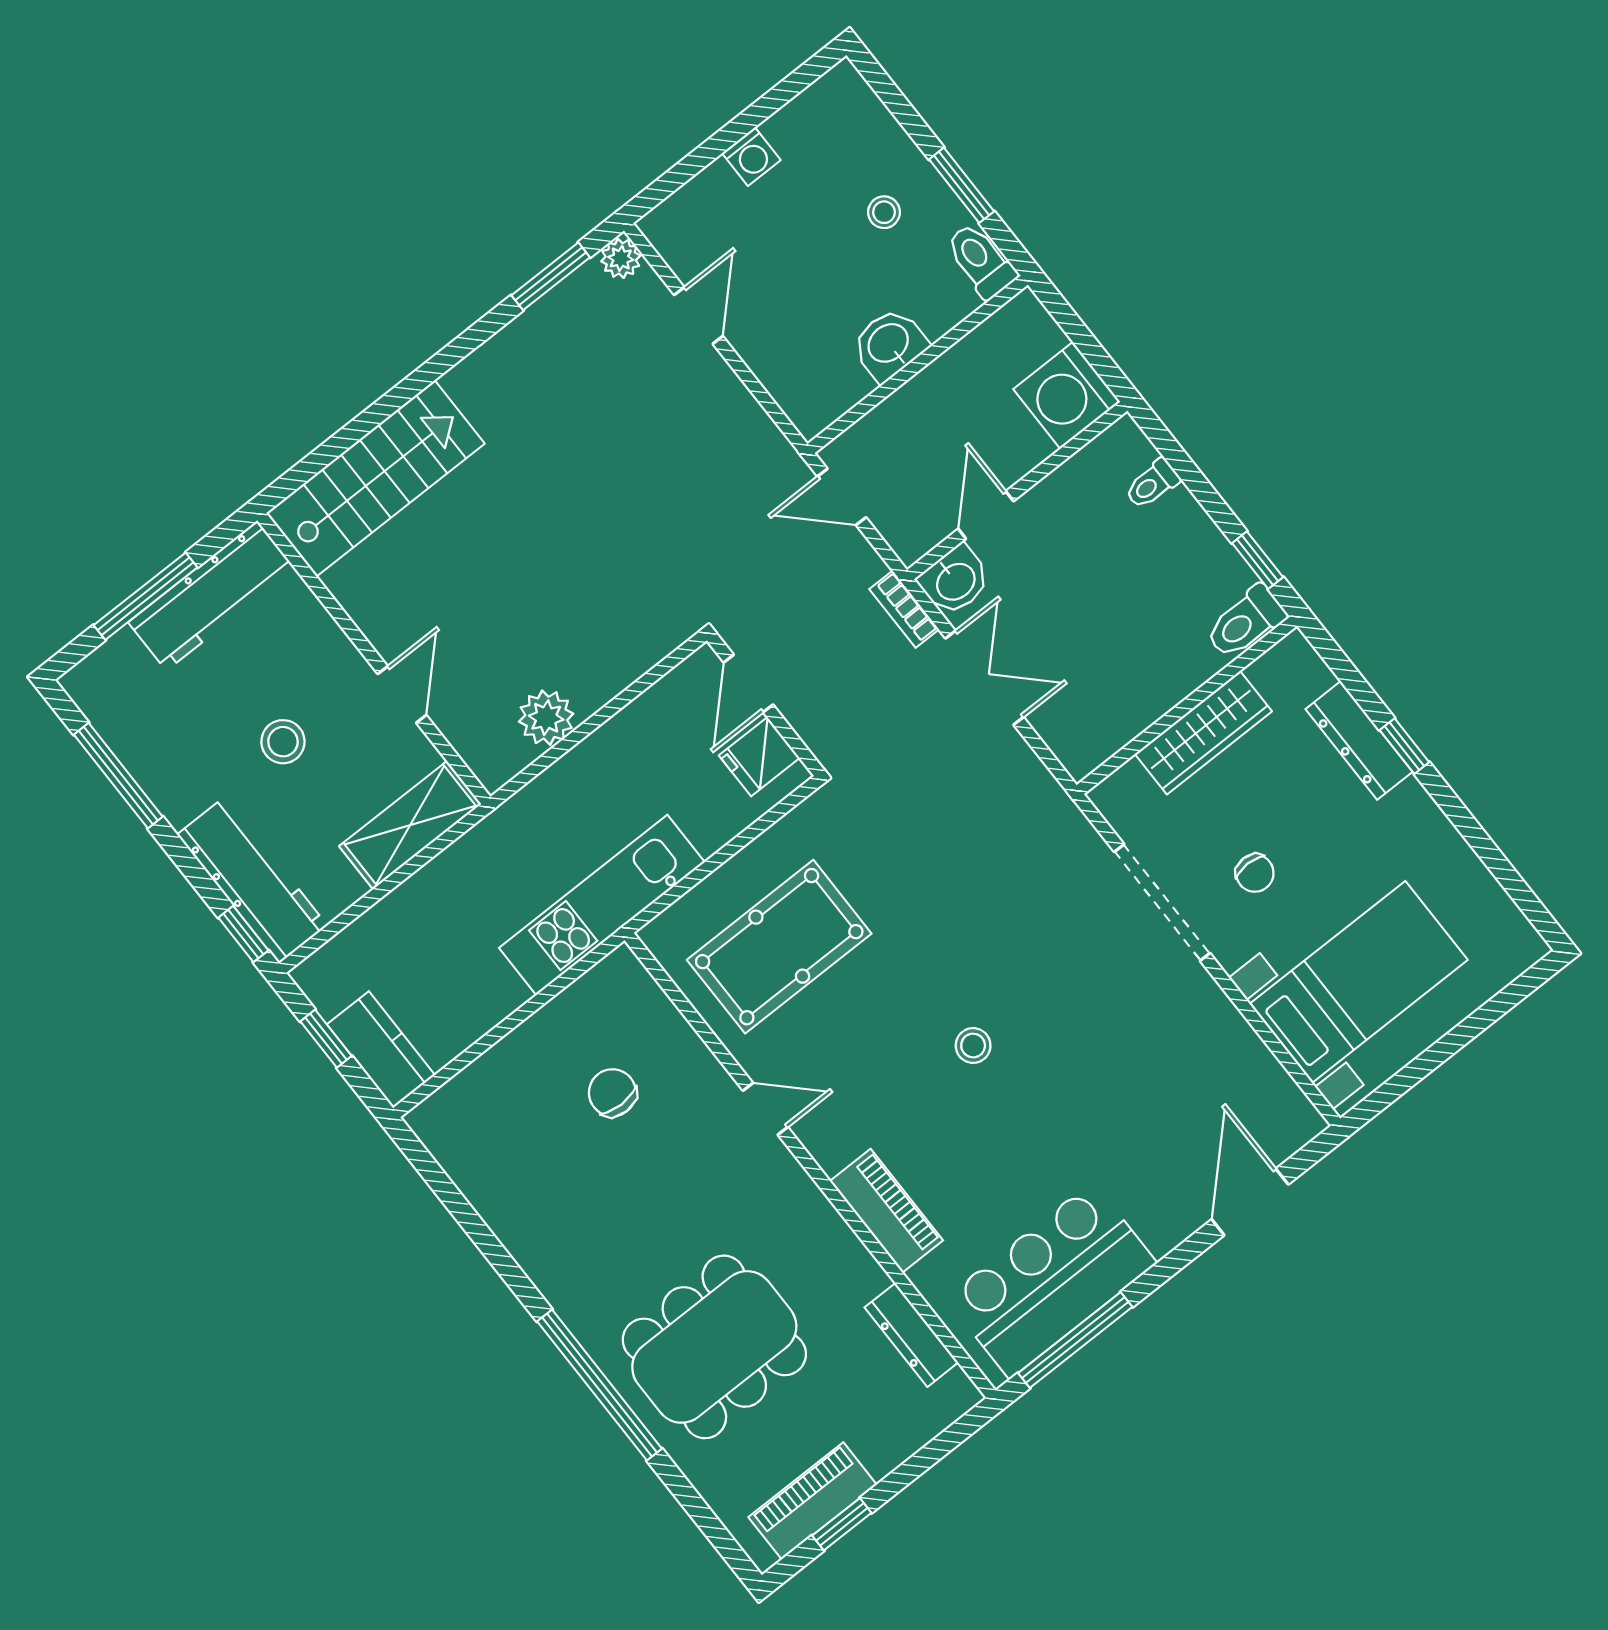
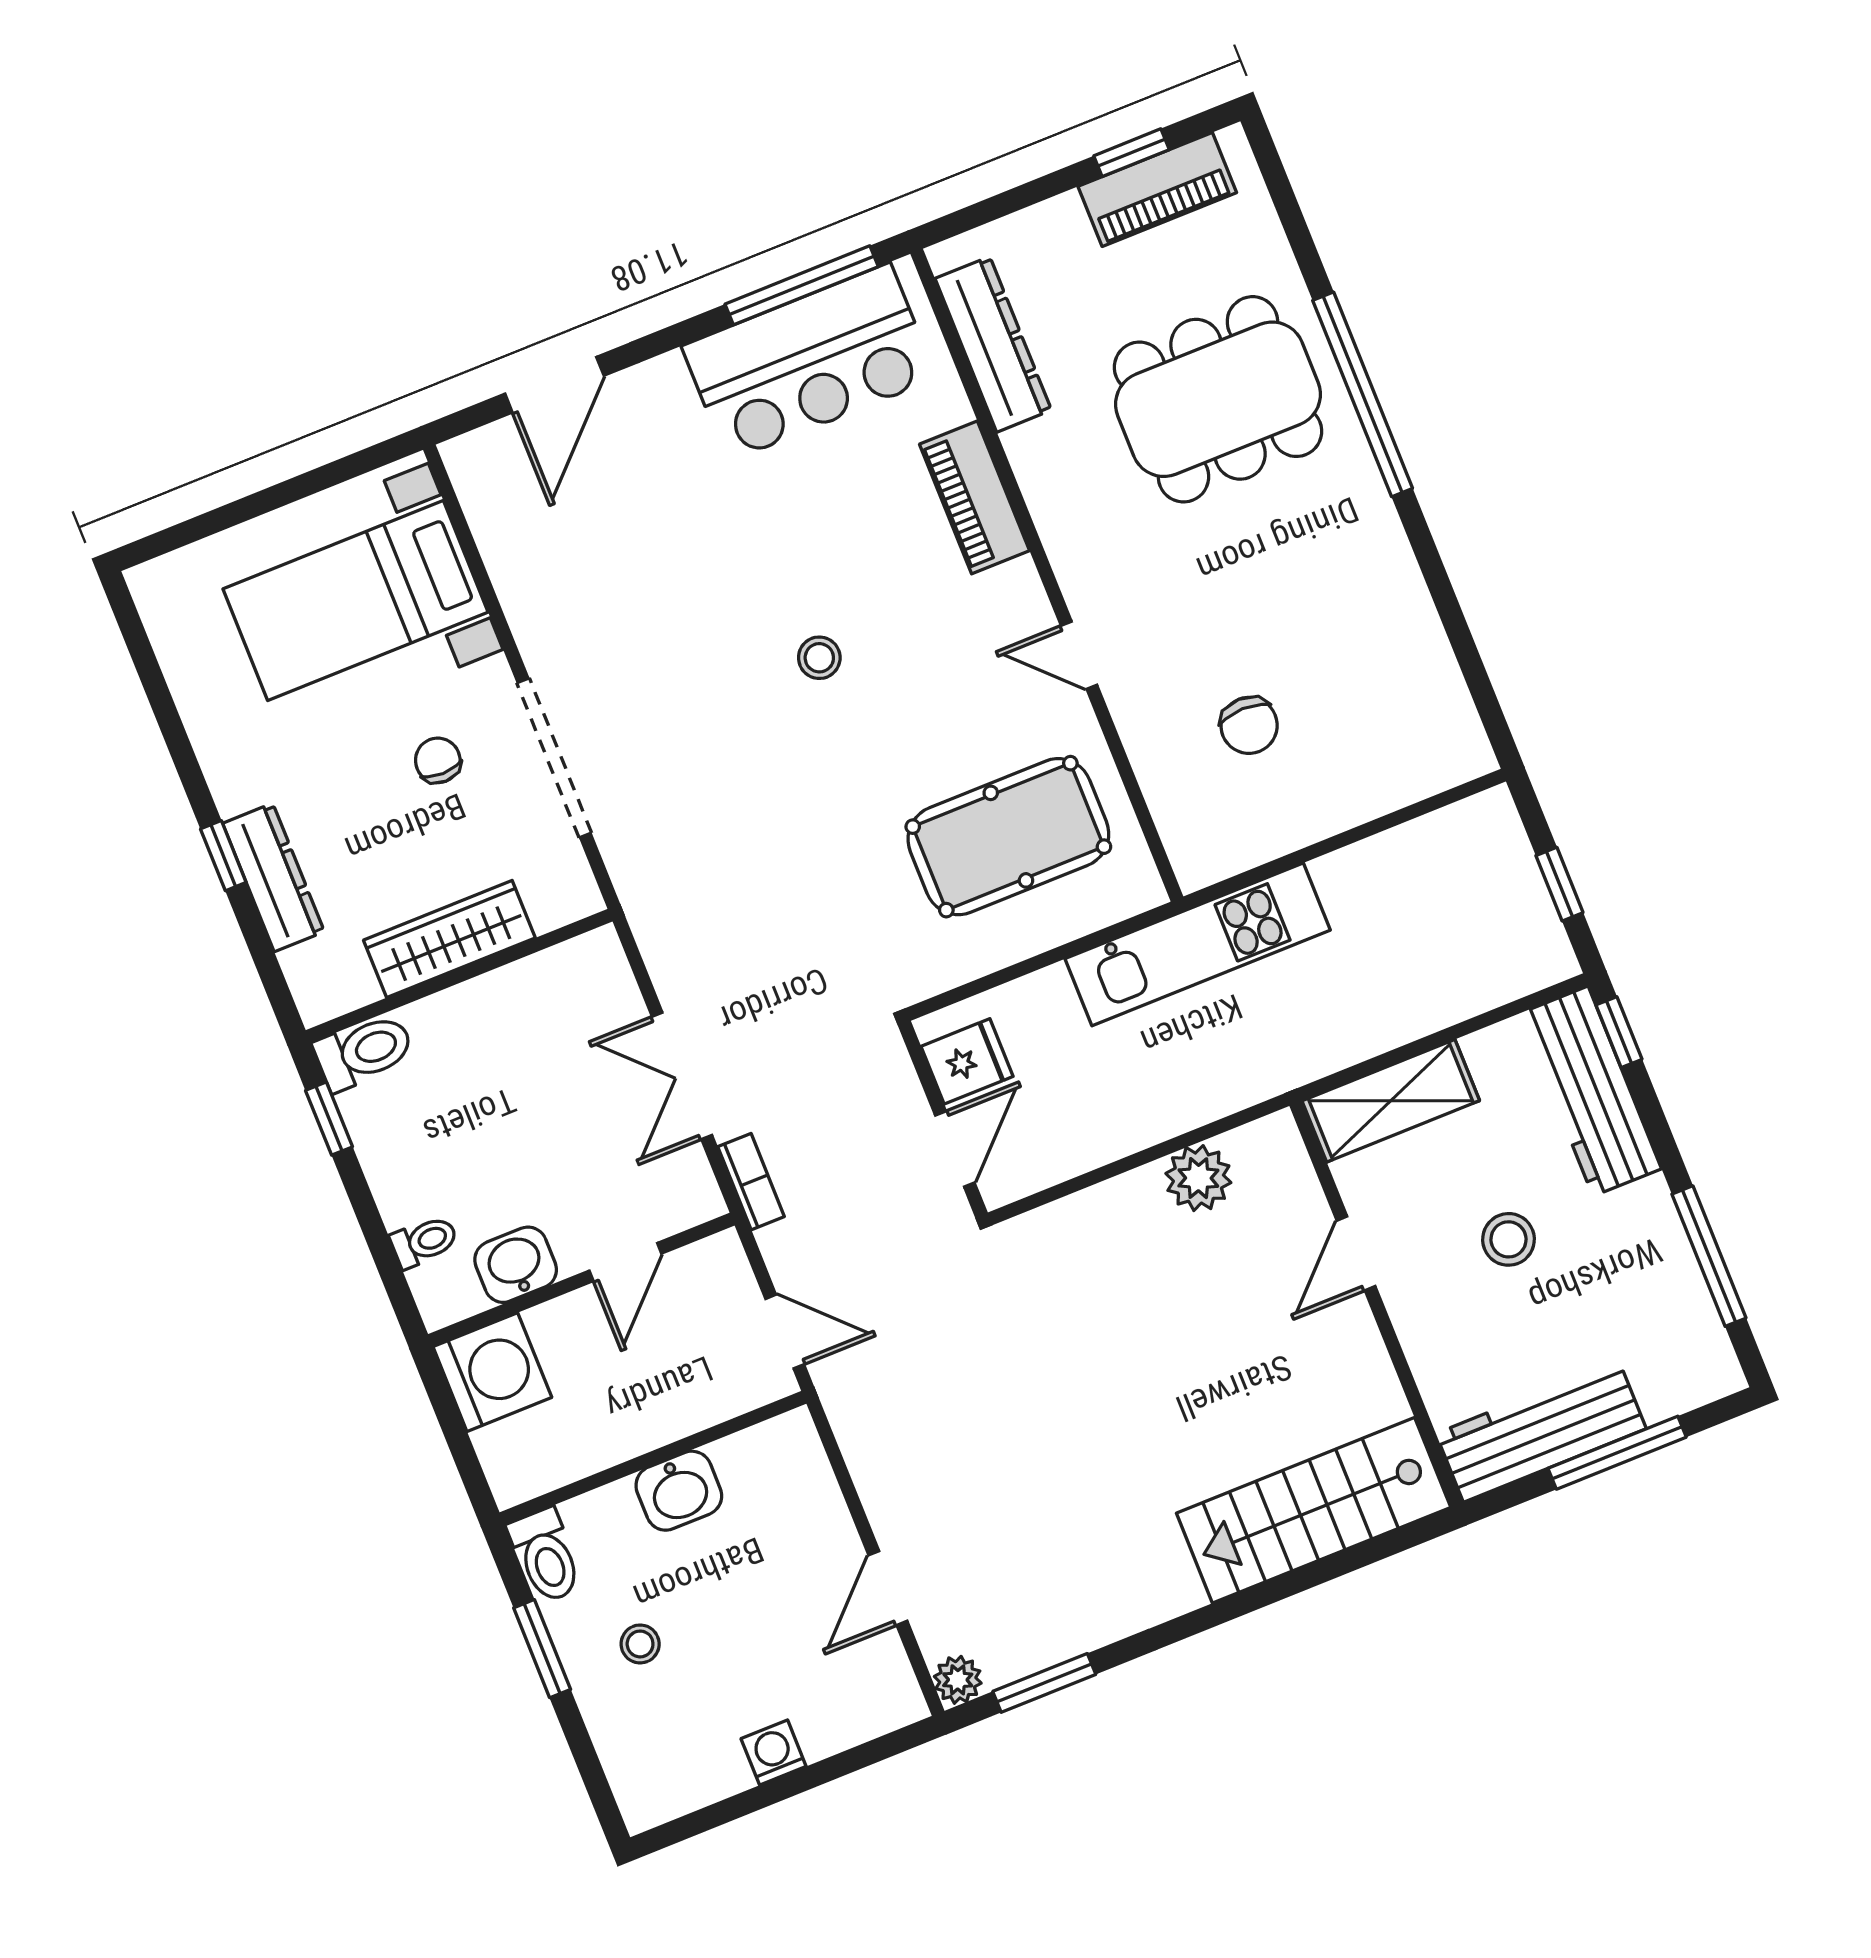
washbasin: (955, 581) -> (516, 1265), moved
kitchen counter: (381, 1050) -> (1500, 853), removed
dresser: (911, 1335) -> (993, 344), width x1.37, depth x1.24

